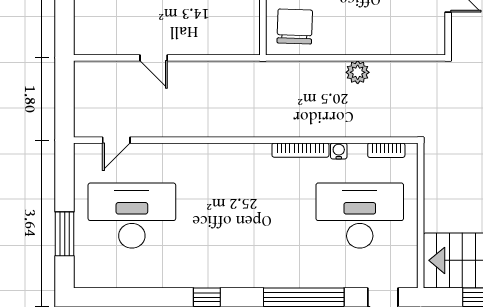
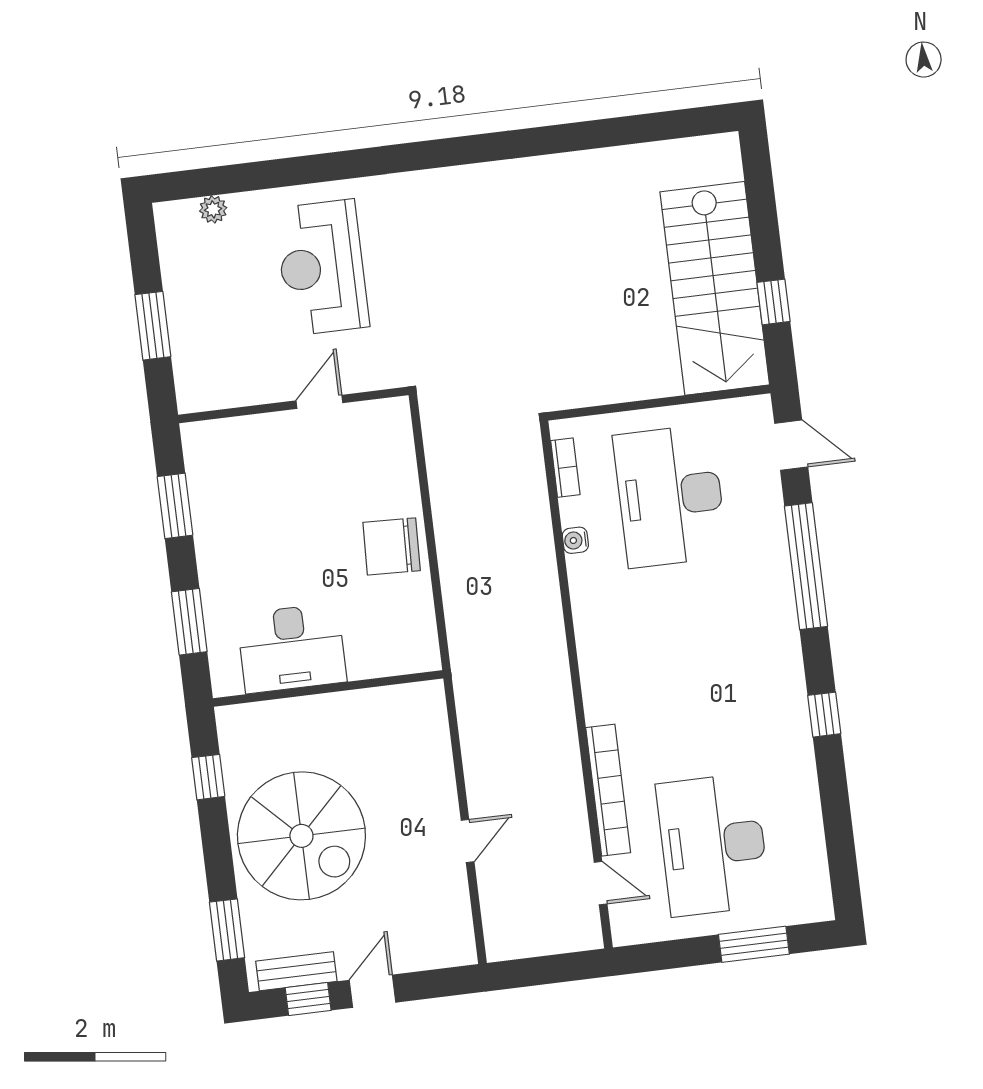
chair: (295, 26) -> (392, 546), moved
plant: (358, 72) -> (451, 526), removed
bookcase: (300, 150) -> (608, 790), moved, width x1.48, depth x1.31

